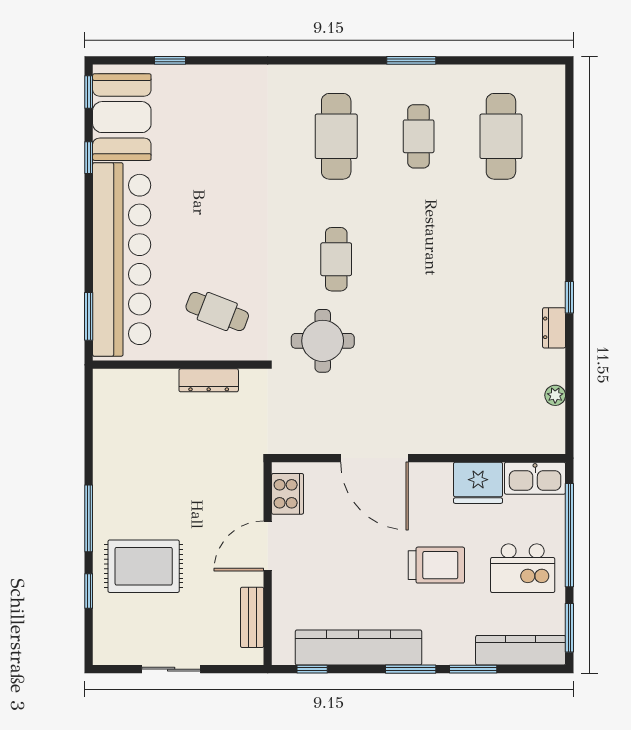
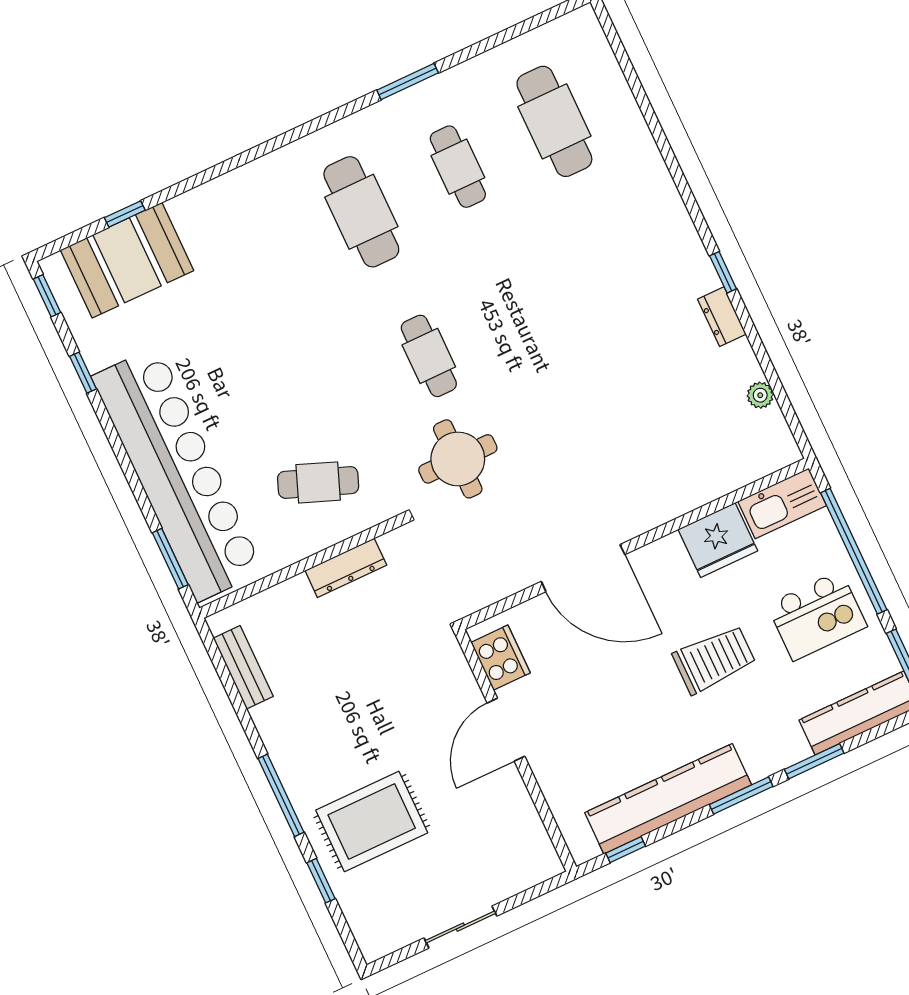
booth: (122, 117) -> (127, 260), moved, turned 90
bench: (252, 617) -> (243, 667), moved

